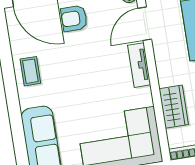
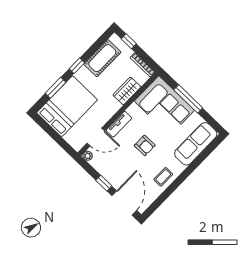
armchair: (74, 18) -> (145, 145), moved

